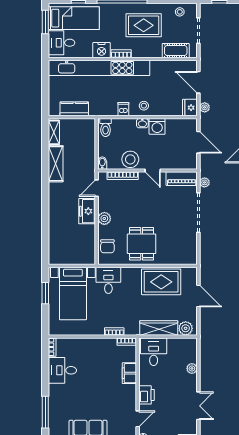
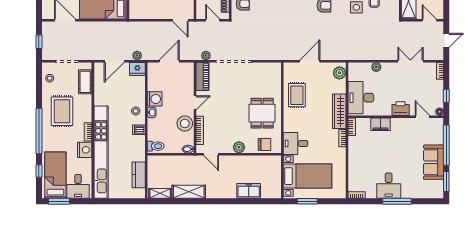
freezer: (87, 211) -> (249, 191), moved, turned 180
dining table: (142, 244) -> (262, 113), turned 90
rug: (161, 282) -> (297, 95), width x0.73, depth x0.70
wardrobe: (159, 328) -> (339, 111), moved
desk: (154, 352) -> (361, 98), width x1.37
desk: (62, 370) -> (389, 186), moved
window: (45, 412) -> (397, 201), moved

